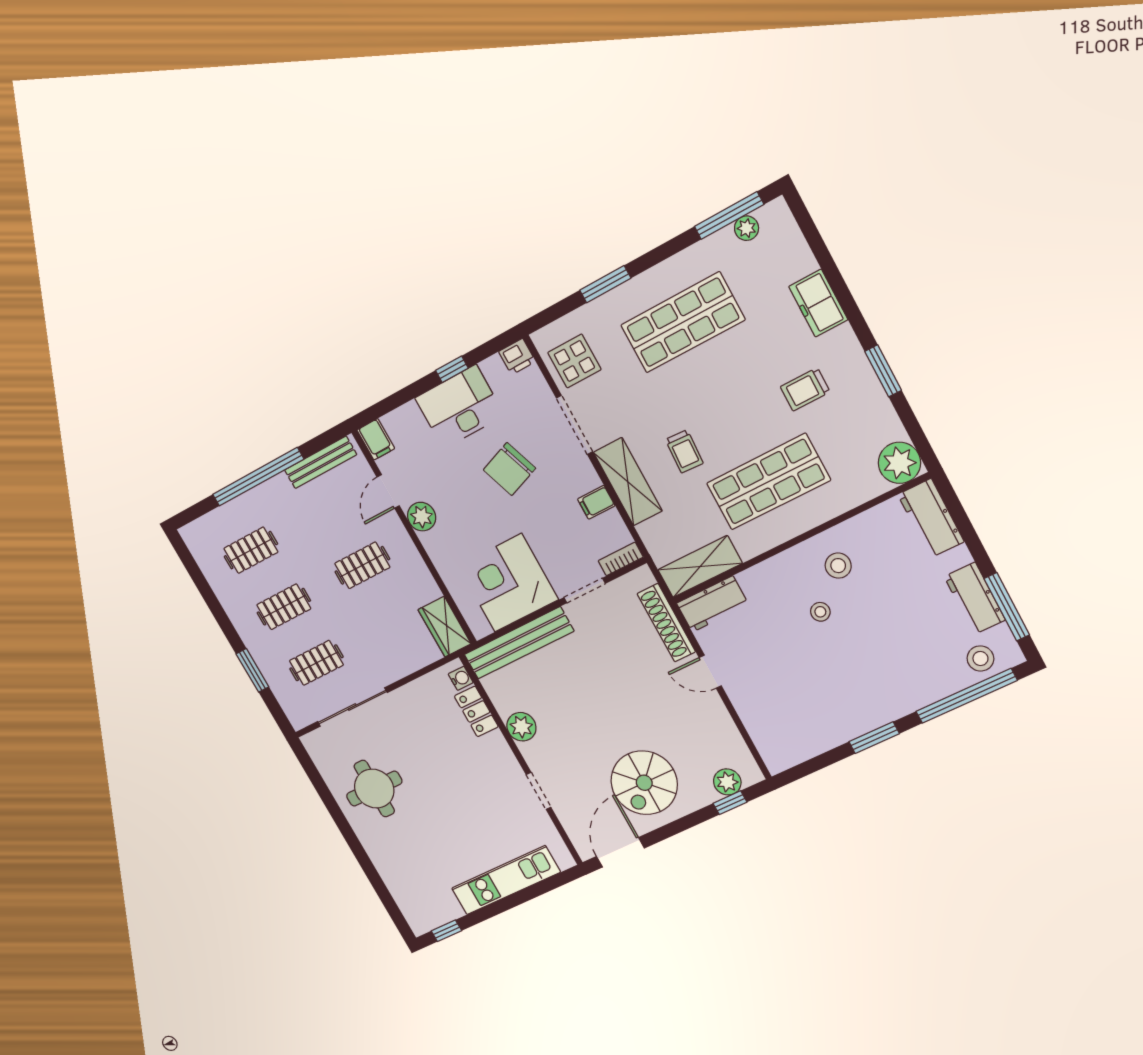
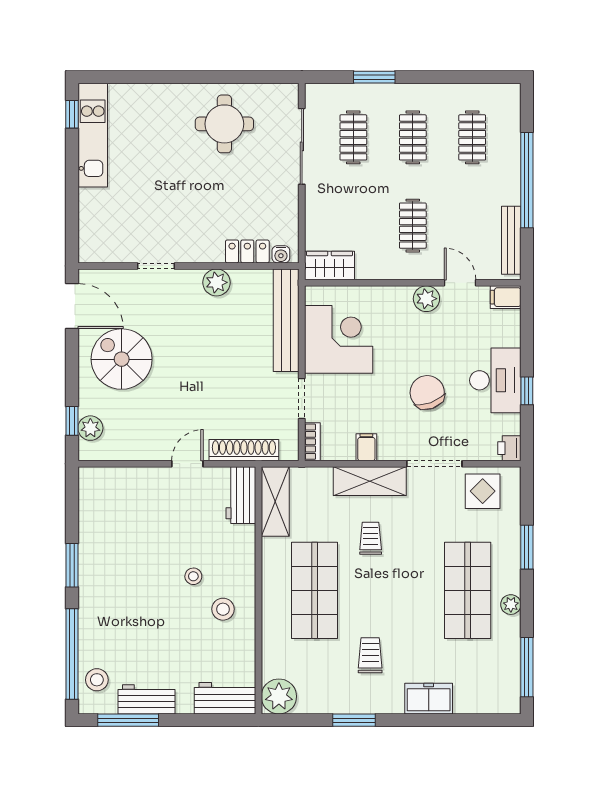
plant: (747, 228) -> (511, 605), moved
trolley: (684, 451) -> (371, 538), turned 87
kitchen unit: (506, 880) -> (93, 135), moved

